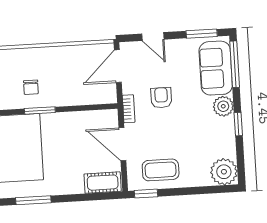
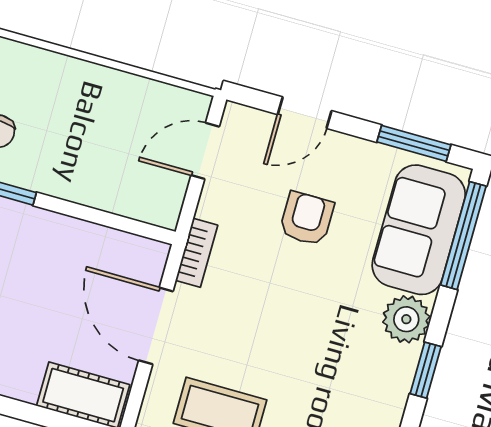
door: (153, 37) -> (305, 113), hinge flipped
door: (118, 66) -> (205, 151), width x0.73
armchair: (161, 98) -> (307, 219), moved

